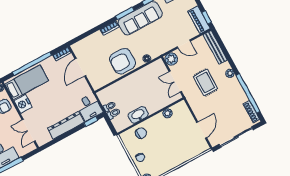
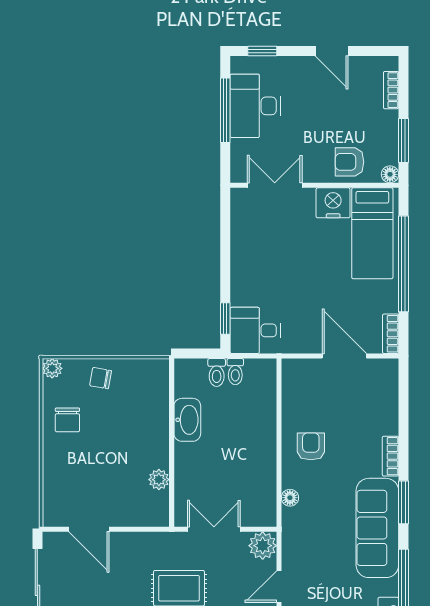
armchair: (122, 61) -> (311, 446), width x0.53, depth x0.53
dresser: (66, 125) -> (245, 265), removed
chair: (141, 133) -> (67, 420), moved

